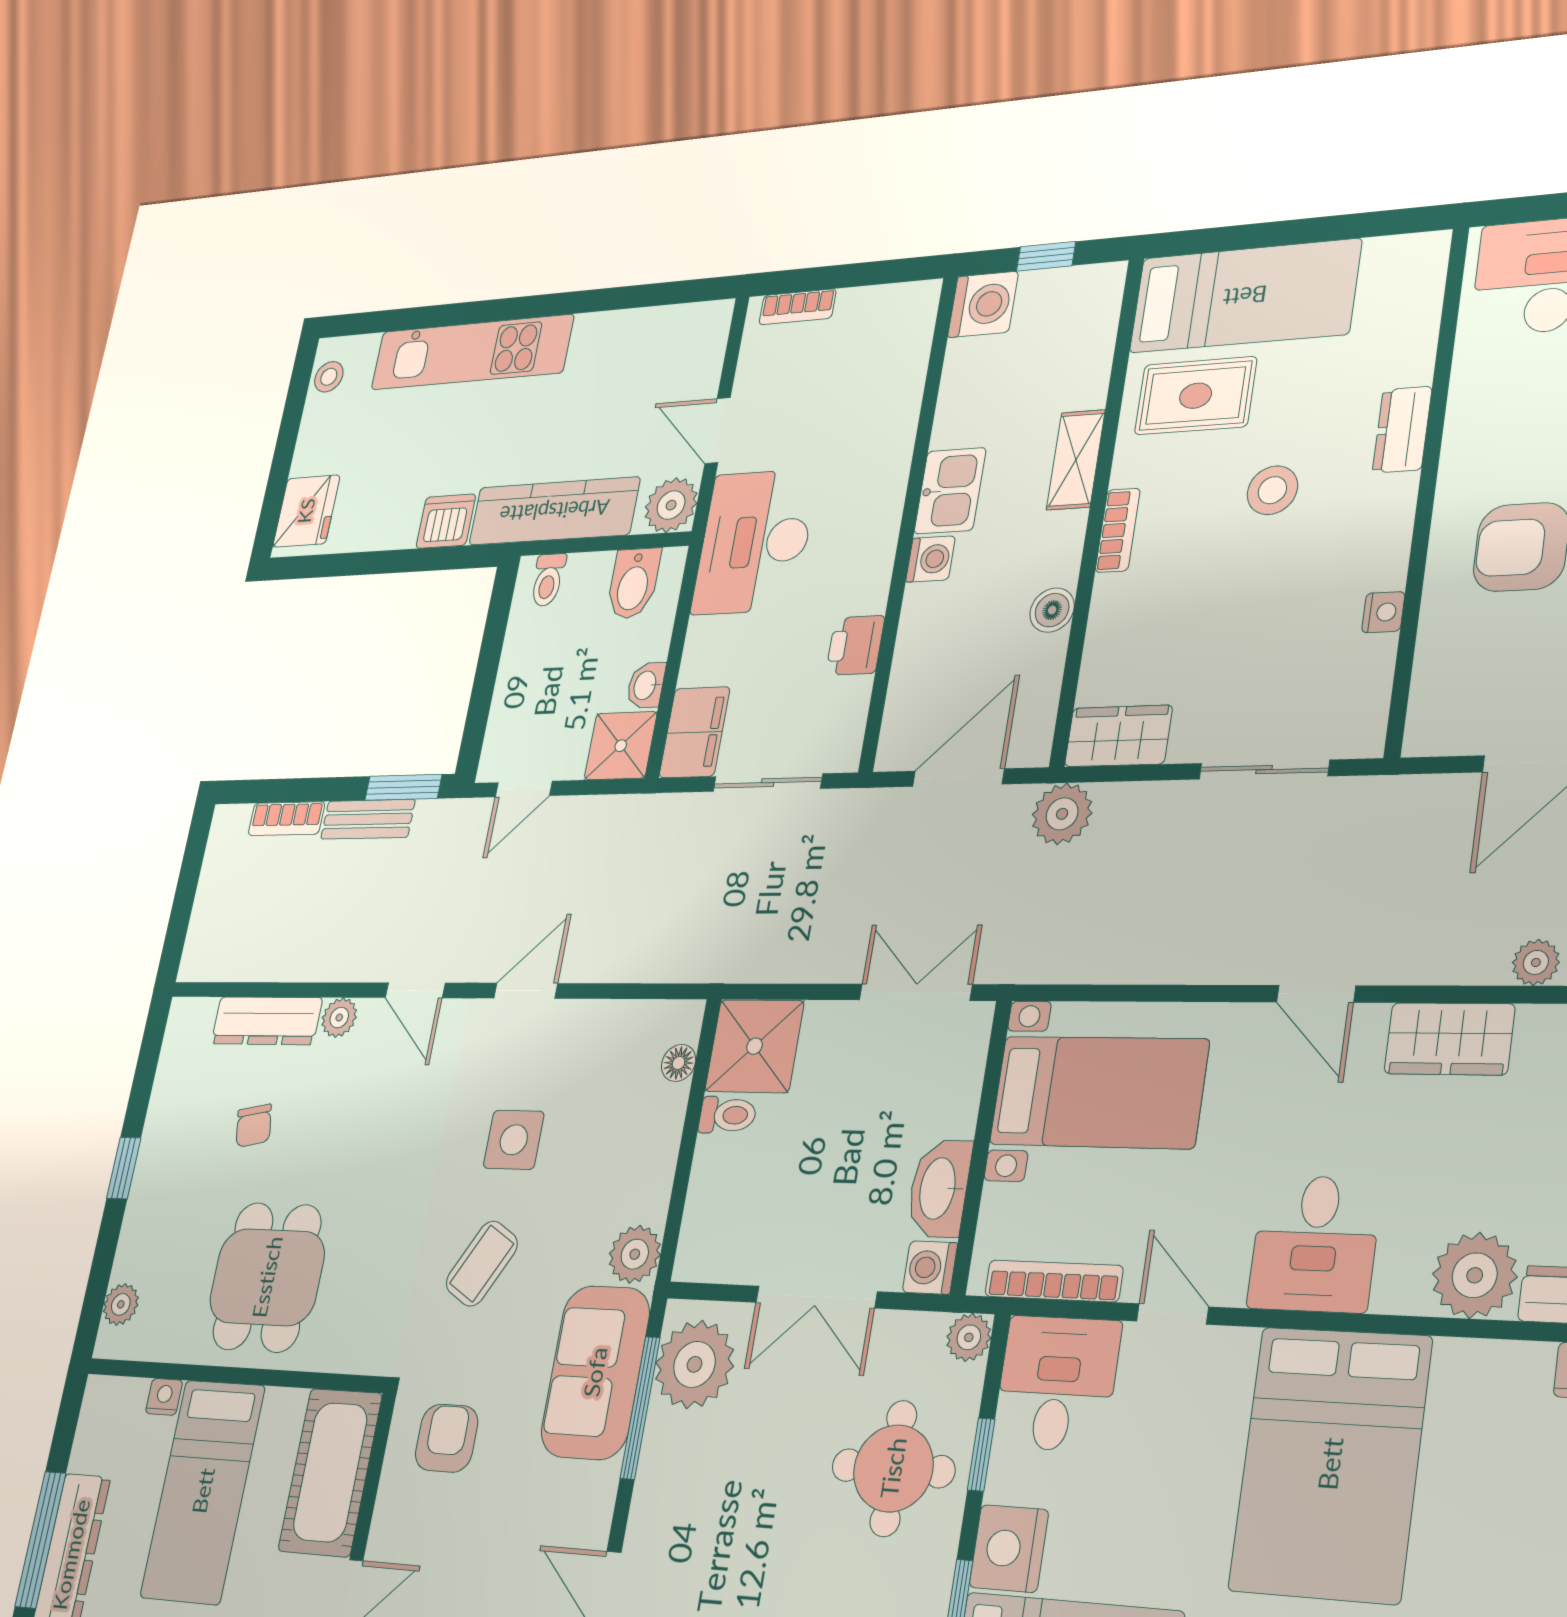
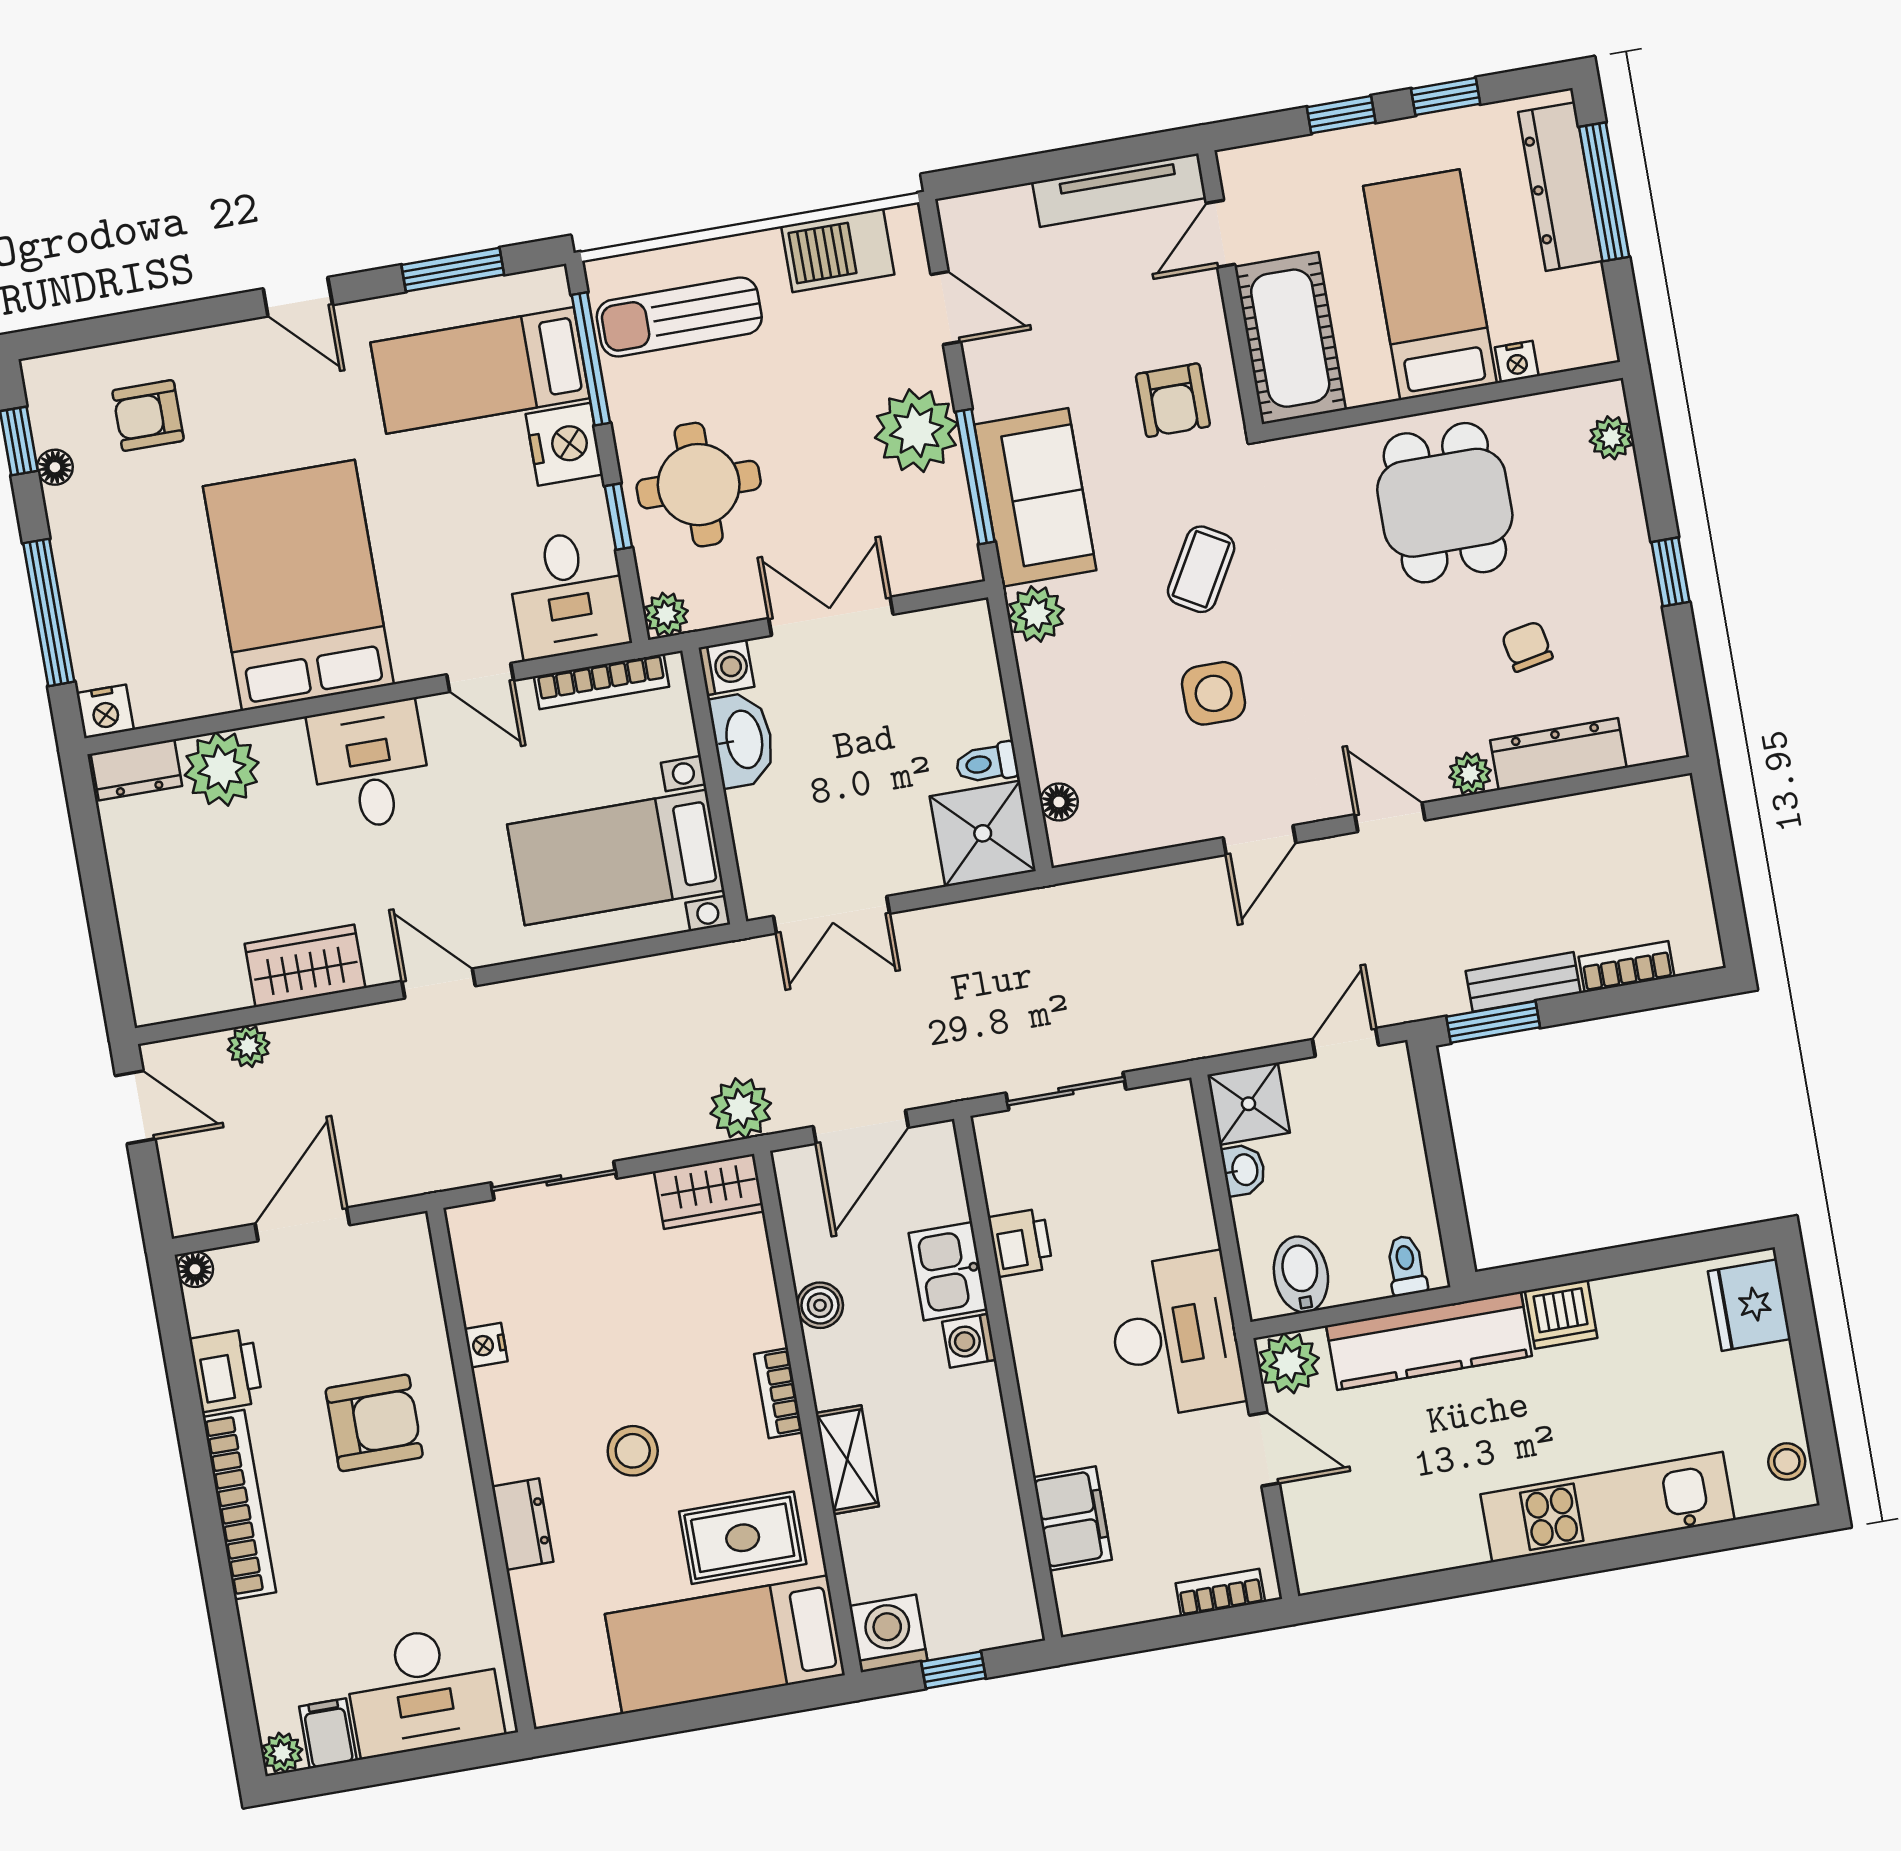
washing machine: (983, 304) -> (888, 1633), moved, turned 90
kitchen sink: (950, 491) -> (948, 1271), moved
filing cabinet: (694, 732) -> (1072, 1519), moved, turned 180
plant: (694, 1364) -> (916, 431), moved

